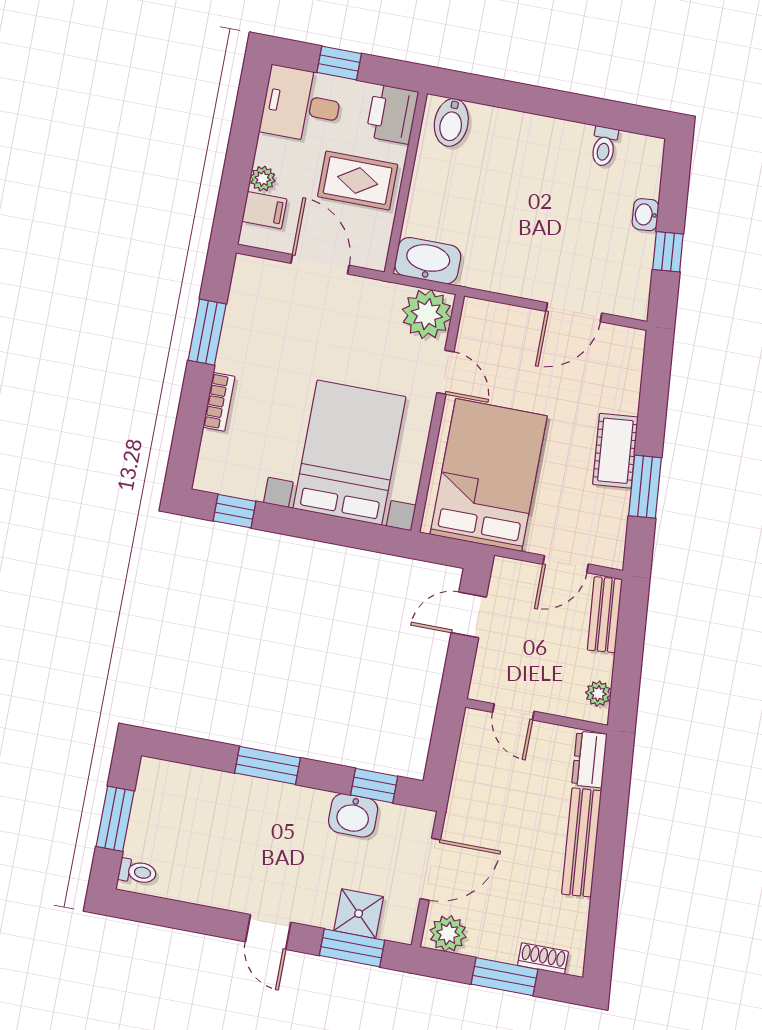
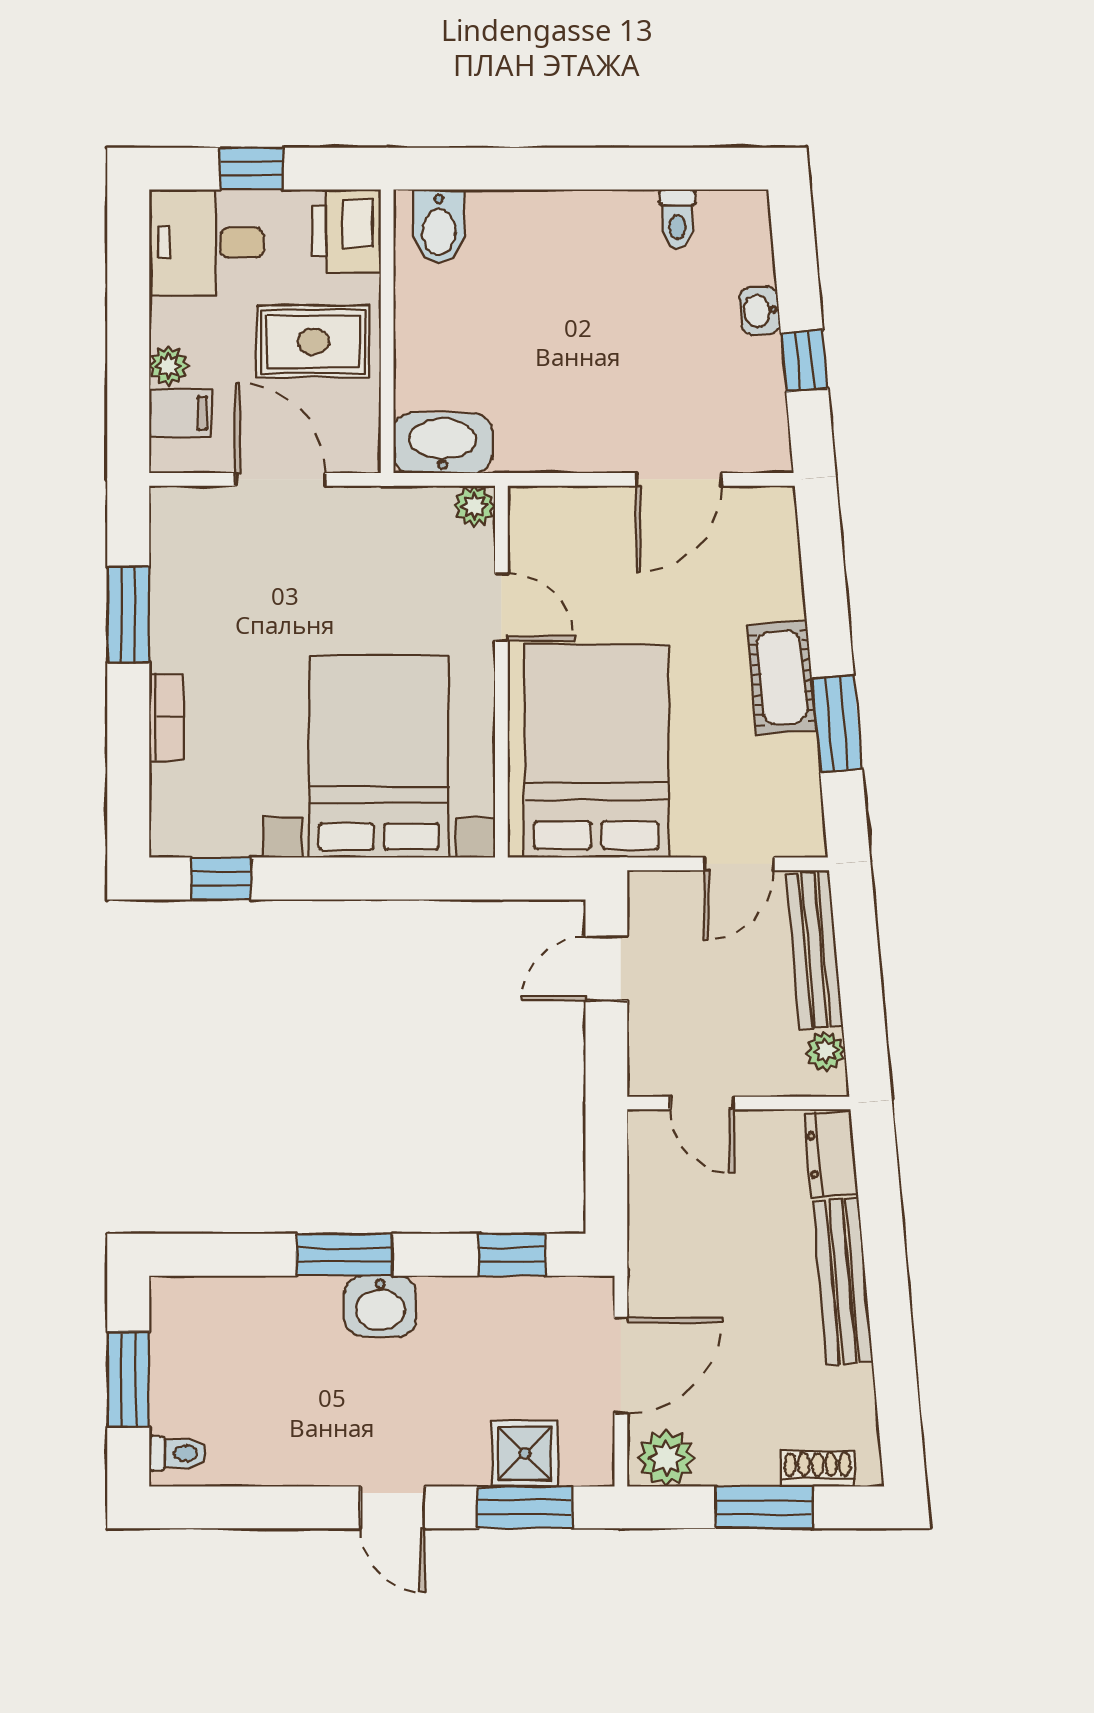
plant: (427, 314) -> (475, 506), width x0.53, depth x0.53
bench: (605, 615) -> (815, 950), width x1.36
washbasin: (353, 815) -> (380, 1306), moved

